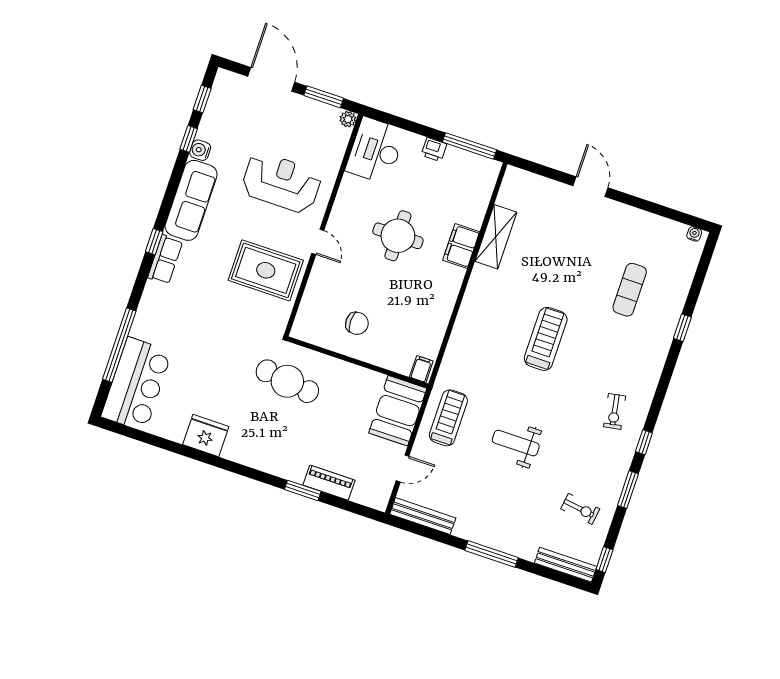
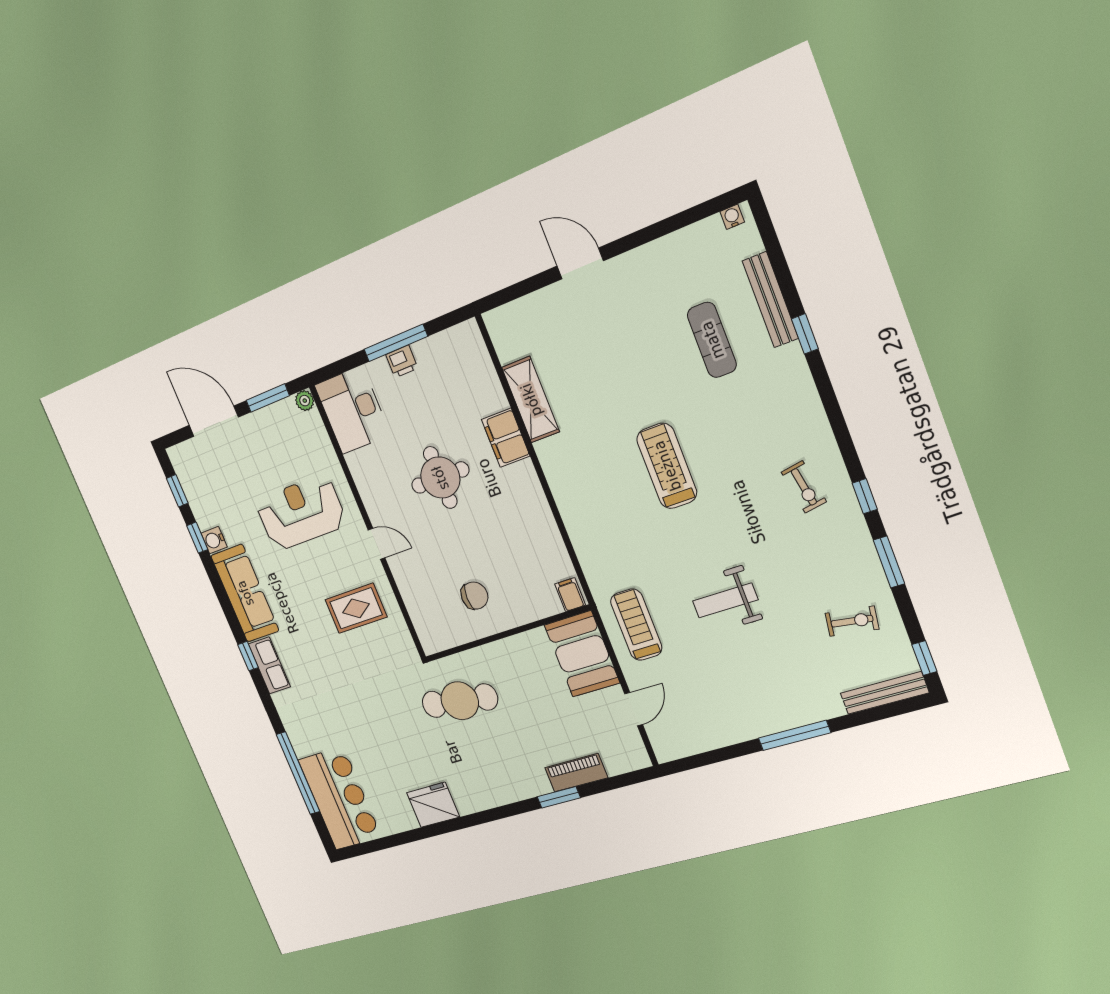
window: (470, 146) -> (396, 343), moved
rug: (266, 270) -> (356, 608), width x0.73, depth x0.70
bench: (423, 516) -> (770, 300), moved, turned 90

